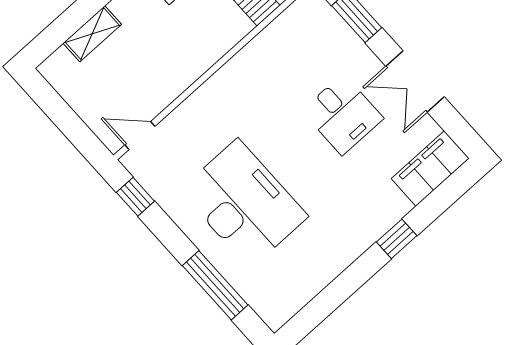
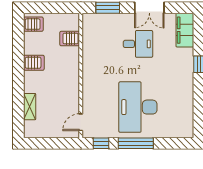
desk: (244, 204) -> (138, 107), turned -90
window: (215, 285) -> (136, 143), moved

